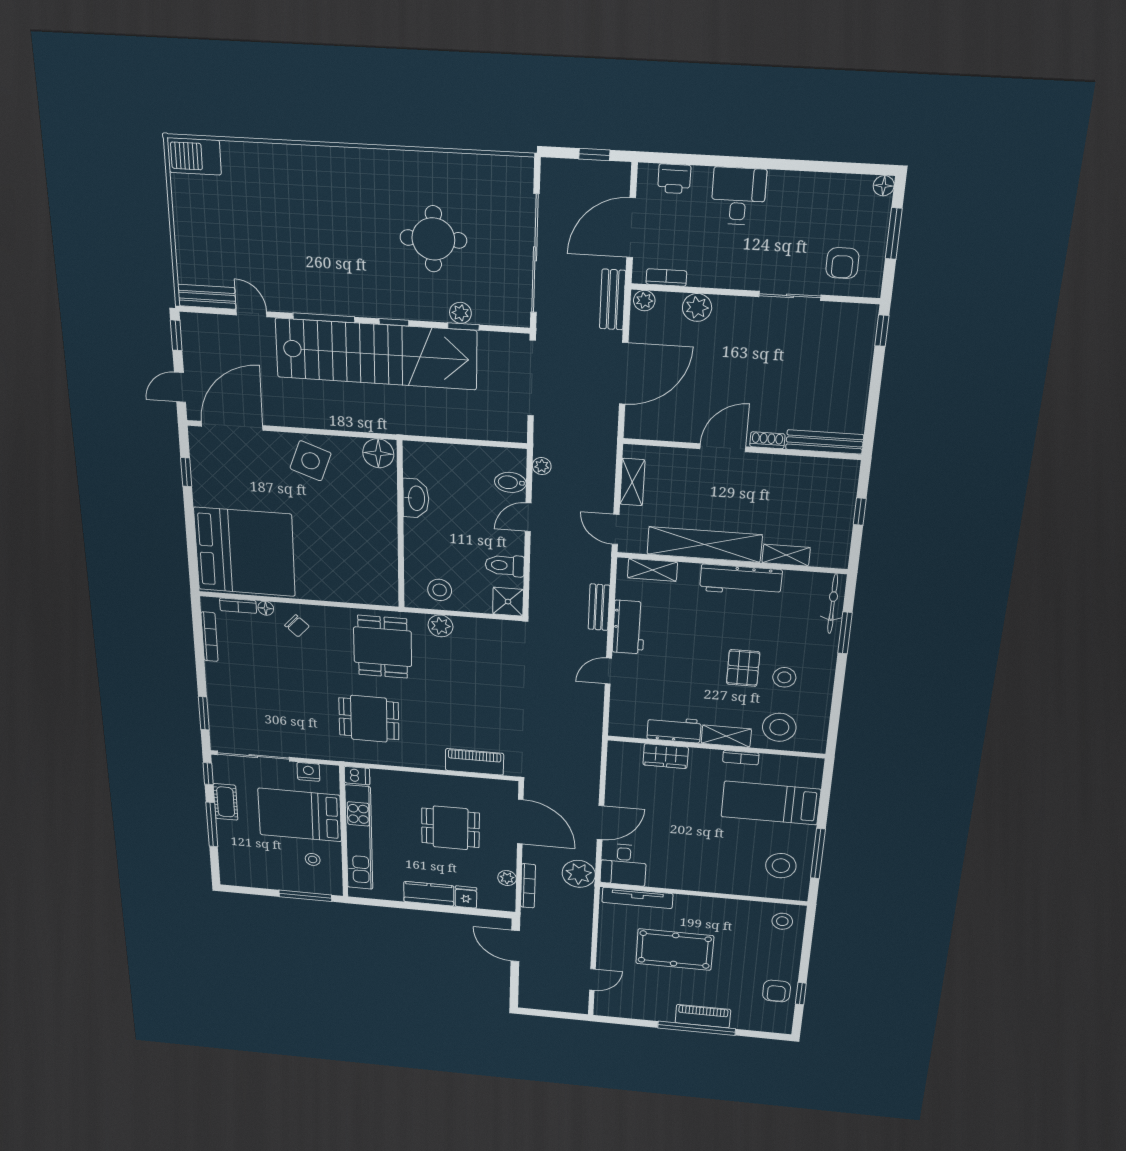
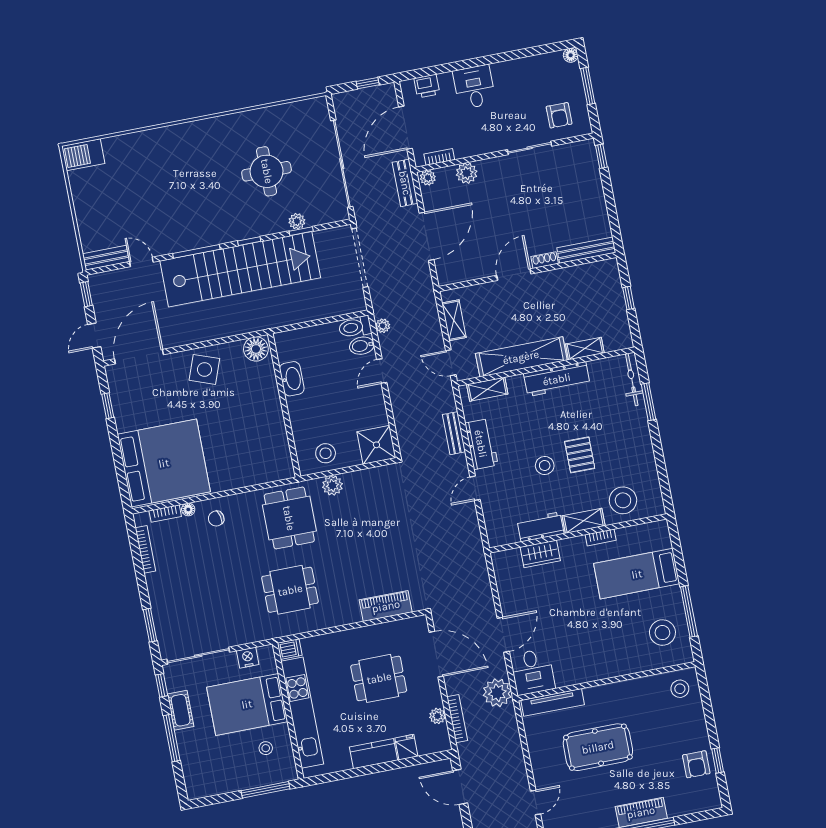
toilet: (505, 565) -> (355, 327), moved
shower: (508, 602) -> (376, 445), width x1.36, depth x1.36
chair: (297, 626) -> (216, 518), turned 125
stool: (784, 677) -> (545, 466), moved

